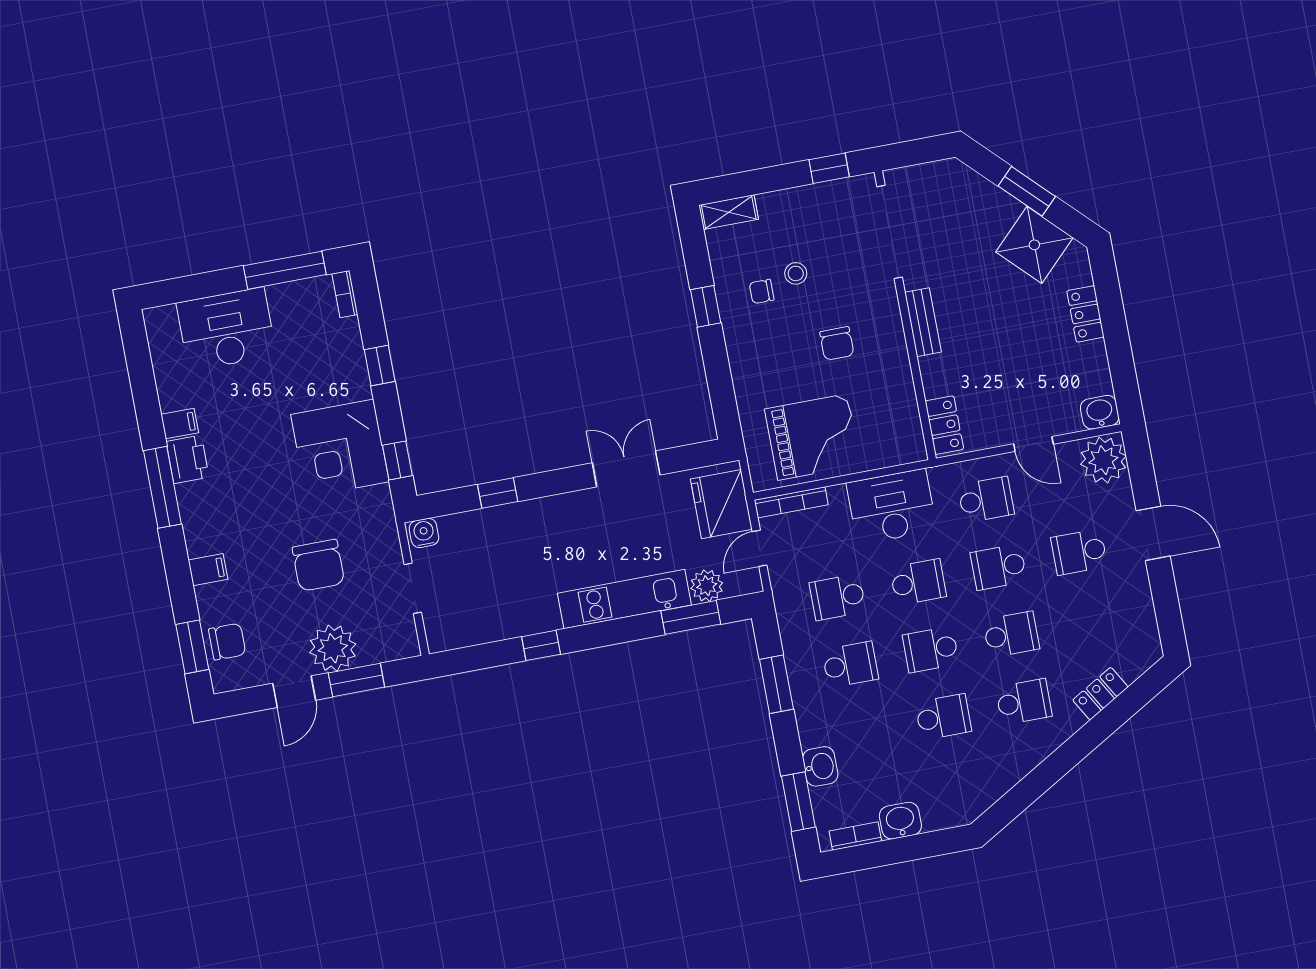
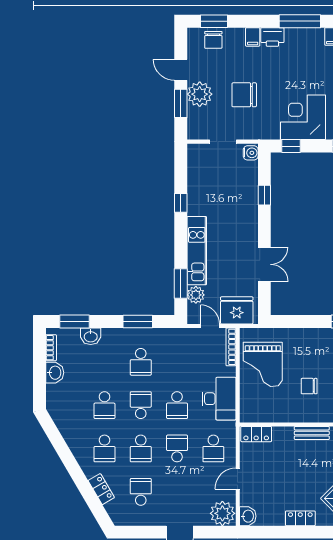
printer: (188, 459) -> (272, 37), moved
school desk: (1079, 552) -> (141, 492), moved
school desk: (838, 597) -> (177, 362), removed

